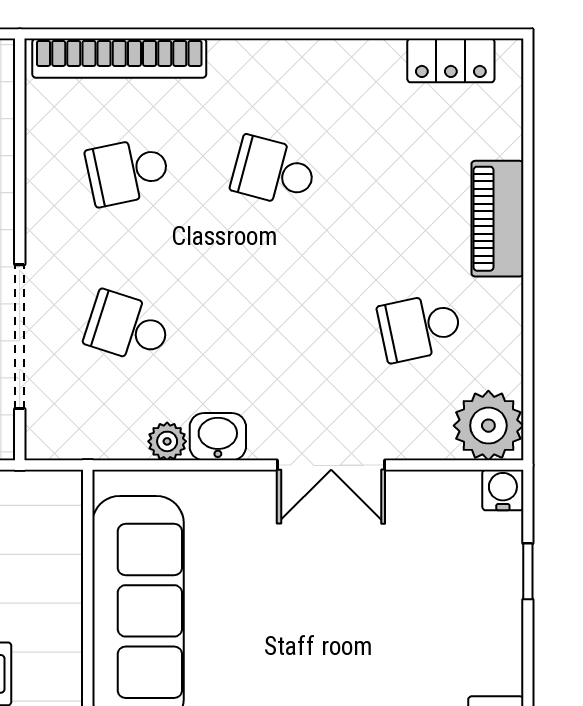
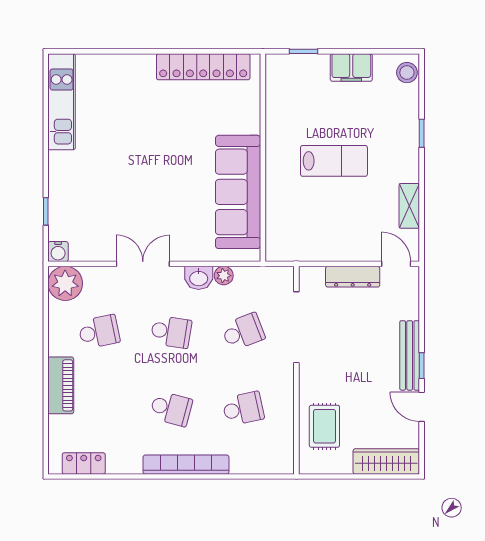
bookcase: (119, 58) -> (186, 465), moved
school desk: (128, 327) -> (243, 332), turned -39
school desk: (274, 327) -> (171, 332), added

